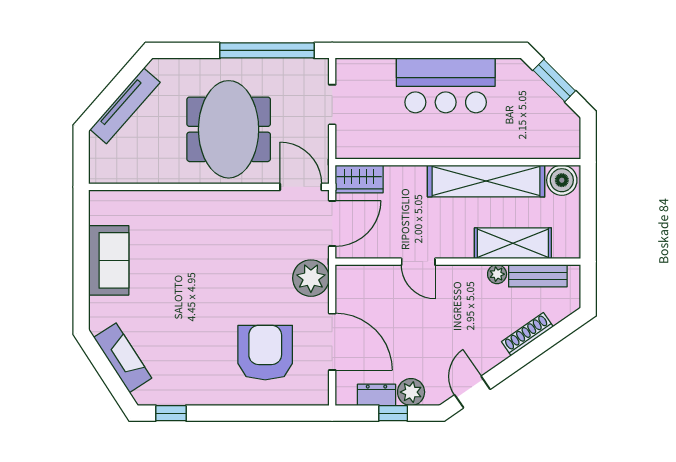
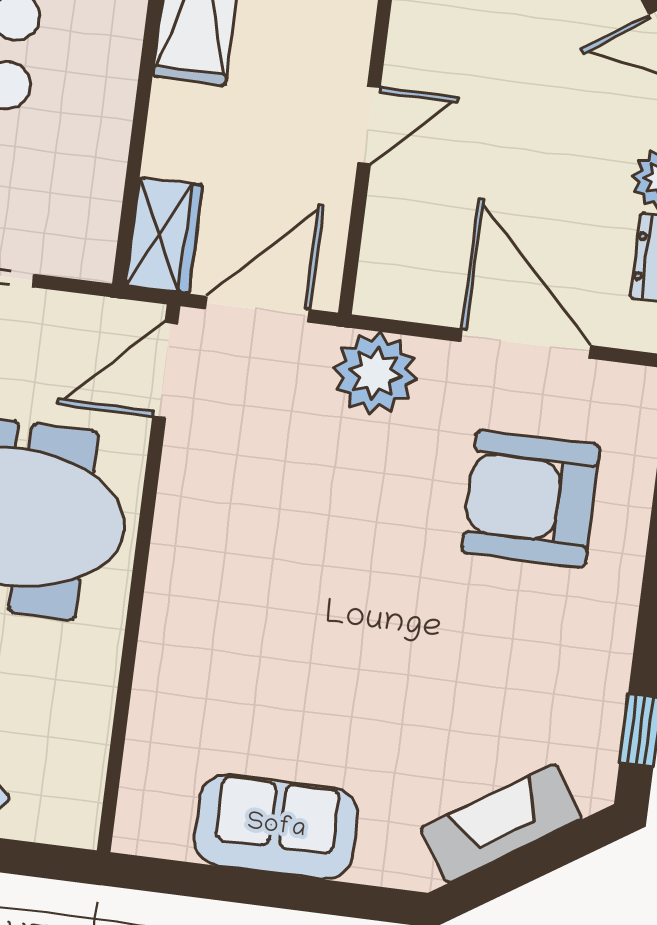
door: (332, 223) -> (257, 309), hinge flipped
door: (332, 342) -> (526, 344), hinge flipped

